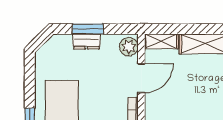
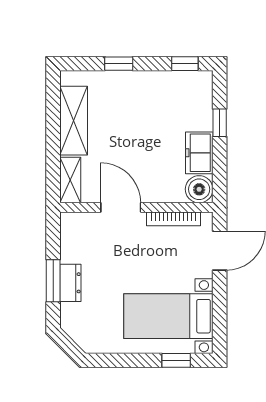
plant: (129, 47) -> (77, 225), removed

